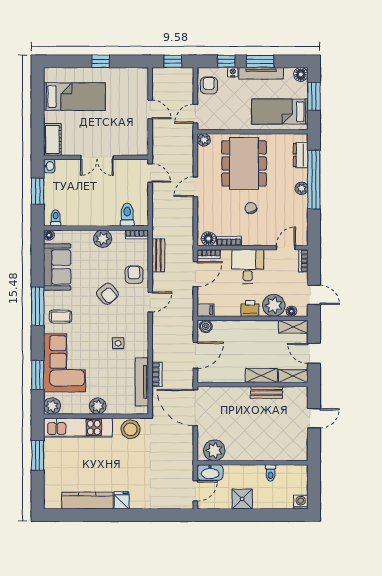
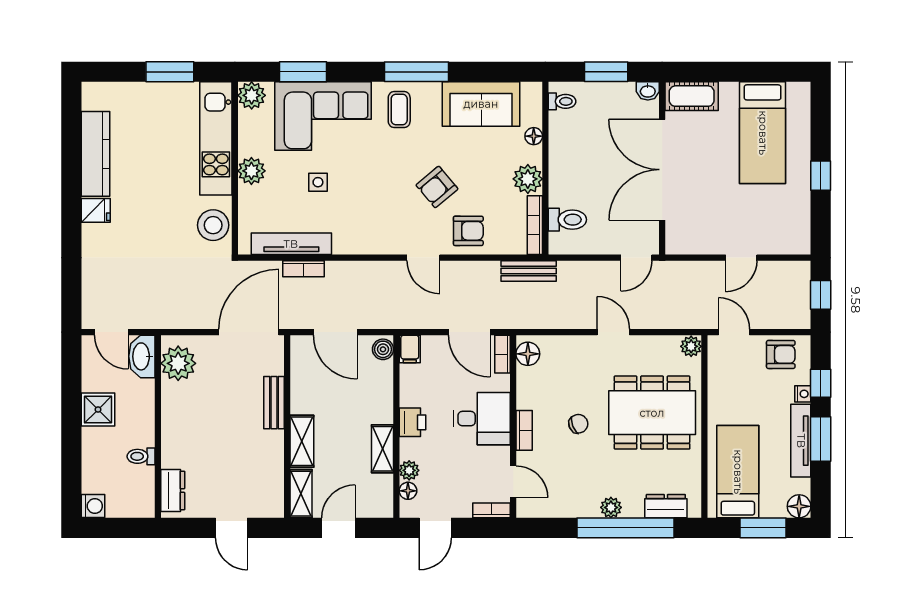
double door: (97, 157) -> (662, 170), width x1.87
bookcase: (137, 234) -> (535, 225), width x1.56
floor lamp: (49, 235) -> (534, 136), moved
bookcase: (229, 241) -> (524, 430), moved
bench: (158, 255) -> (529, 271), moved
plant: (274, 305) -> (409, 470), width x0.53, depth x0.53
shelving: (293, 327) -> (383, 449), moved
side table: (118, 343) -> (318, 182), moved
bench: (266, 392) -> (274, 403), moved
dresser: (291, 454) -> (173, 490), added

